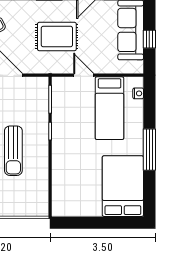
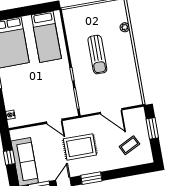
bed: (110, 108) -> (46, 37), moved, turned 180
sun lounger: (13, 151) -> (97, 55), turned 180

